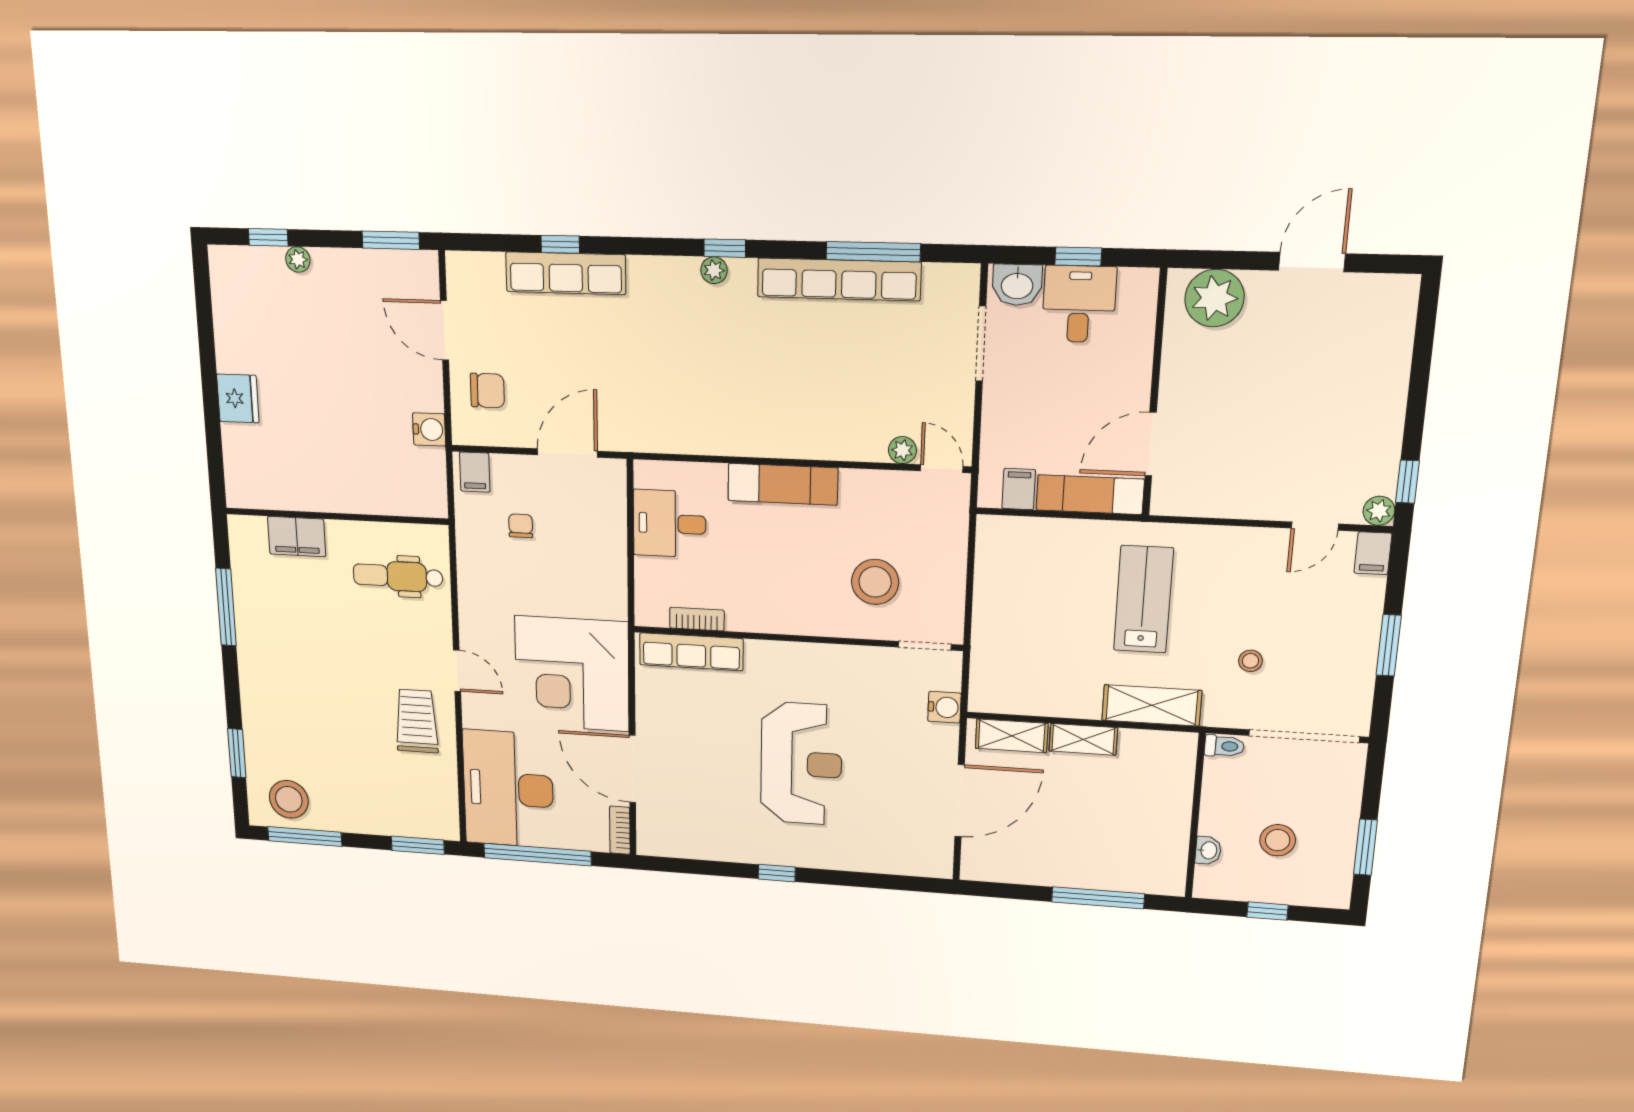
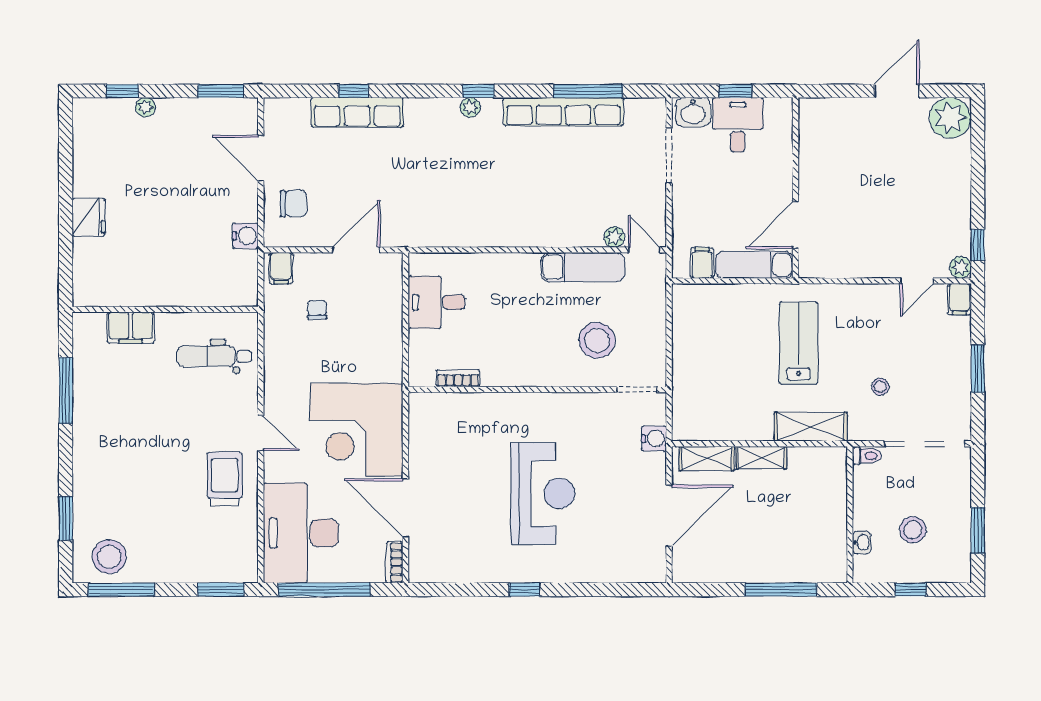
plant: (1214, 298) -> (950, 118), moved
exam couch: (783, 484) -> (583, 267), moved
row of seats: (691, 652) -> (454, 405), removed

